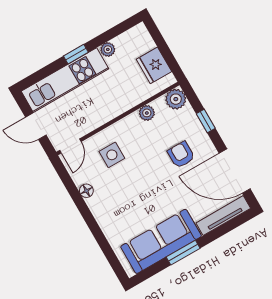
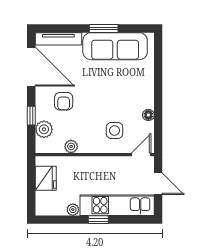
plant: (176, 99) -> (44, 129), moved

